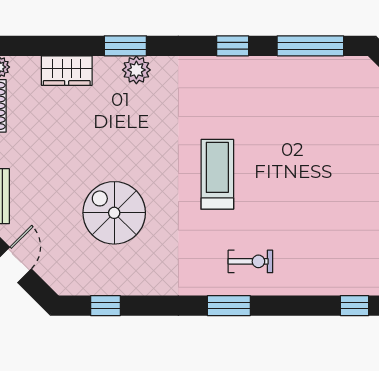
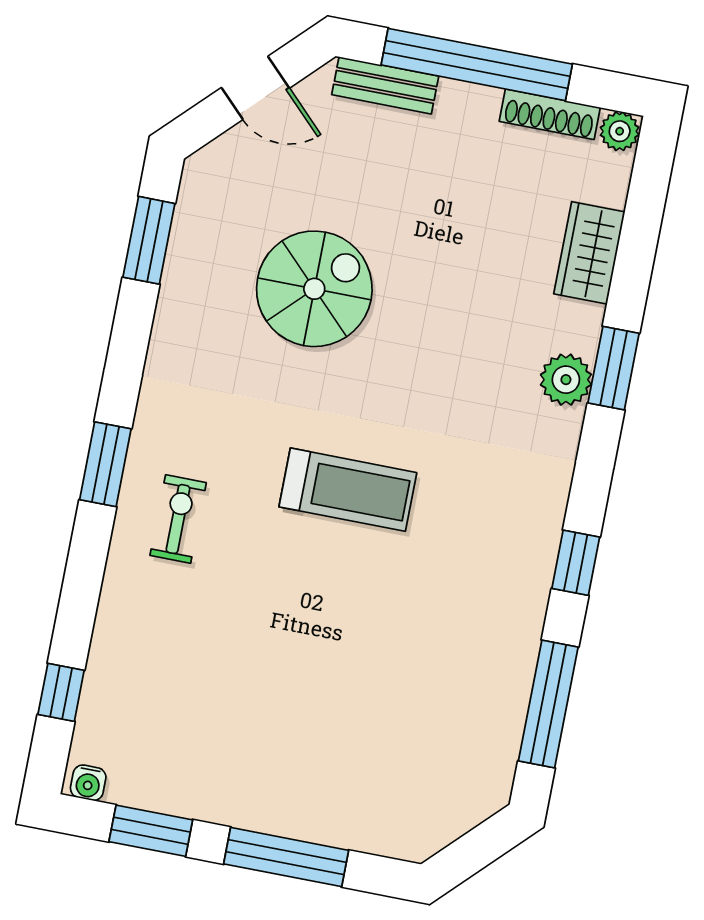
exercise bike: (250, 261) -> (178, 519), turned 180
window: (105, 306) -> (149, 240), width x1.50

